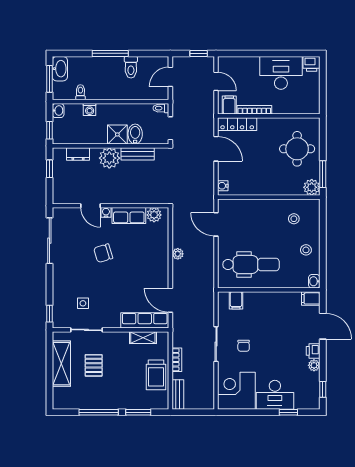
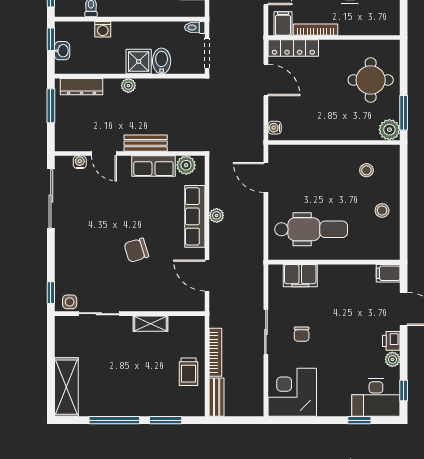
washbasin: (58, 111) -> (62, 51), moved
window: (49, 130) -> (51, 39), moved
dresser: (78, 154) -> (81, 87), width x1.44
bench: (138, 154) -> (146, 143), moved
plant: (109, 158) -> (128, 86), width x0.53, depth x0.53
window: (49, 169) -> (51, 106), width x1.50
water cooler: (106, 212) -> (80, 162), moved
chair: (103, 253) -> (136, 250), moved
washbasin: (314, 281) -> (393, 251), removed
filing cabinet: (236, 300) -> (300, 276), width x2.00
side table: (83, 303) -> (70, 302), moved
row of seats: (145, 320) -> (195, 216), moved, turned -90
shelving: (143, 338) -> (150, 324), moved
bookcase: (177, 360) -> (215, 352), width x1.56
shelving: (61, 364) -> (66, 387), moved
pallet: (94, 365) -> (108, 360), removed
trolley: (156, 375) -> (189, 372), width x0.73, depth x0.72
desk: (275, 395) -> (376, 398), moved

